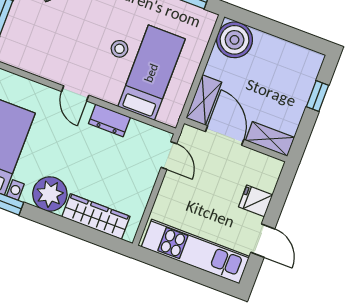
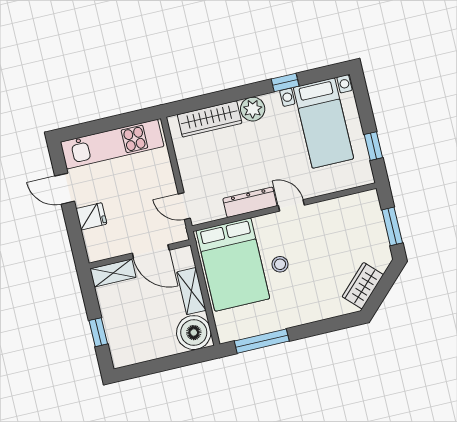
bed: (151, 73) -> (233, 265), width x1.50
shelving: (204, 100) -> (191, 291), moved
dresser: (109, 120) -> (250, 202), width x1.44
plant: (50, 194) -> (253, 109), width x0.73, depth x0.73

